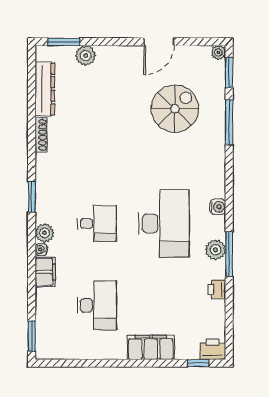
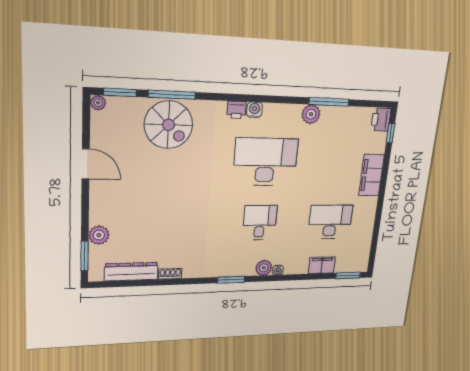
spiral stairs: (175, 109) -> (168, 125), moved, turned 180
shoe rack: (41, 135) -> (170, 274), width x0.70
plant: (215, 250) -> (311, 114), moved
window: (229, 254) -> (329, 102), moved
filing cabinet: (45, 272) -> (322, 265), moved
printer: (217, 289) -> (237, 110), moved

